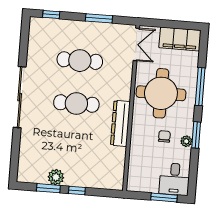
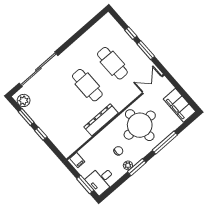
window: (51, 15) -> (131, 33), moved
double door: (136, 44) -> (152, 85), swing flipped
sliding door: (20, 97) -> (38, 69), moved
plant: (56, 177) -> (24, 100), moved
filing cabinet: (135, 182) -> (77, 160), added

